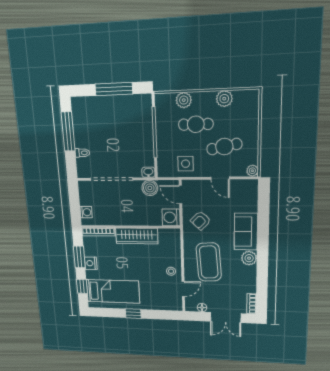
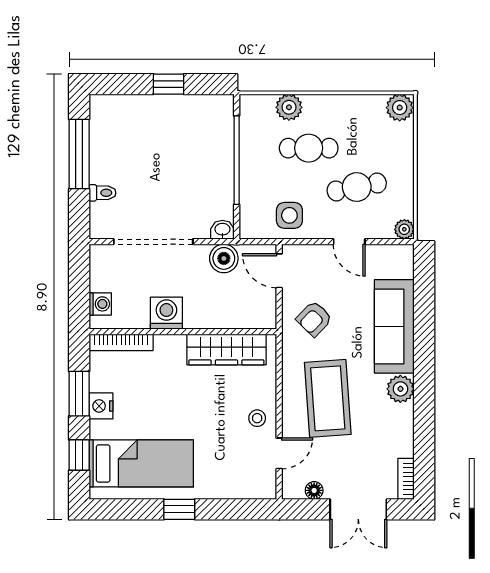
window: (114, 89) -> (169, 84), width x0.46
plant: (224, 99) -> (400, 108), moved
washing machine: (171, 217) -> (166, 313), moved, turned 90
sofa: (246, 232) -> (394, 326), width x1.36
wardrobe: (137, 236) -> (226, 350), moved

